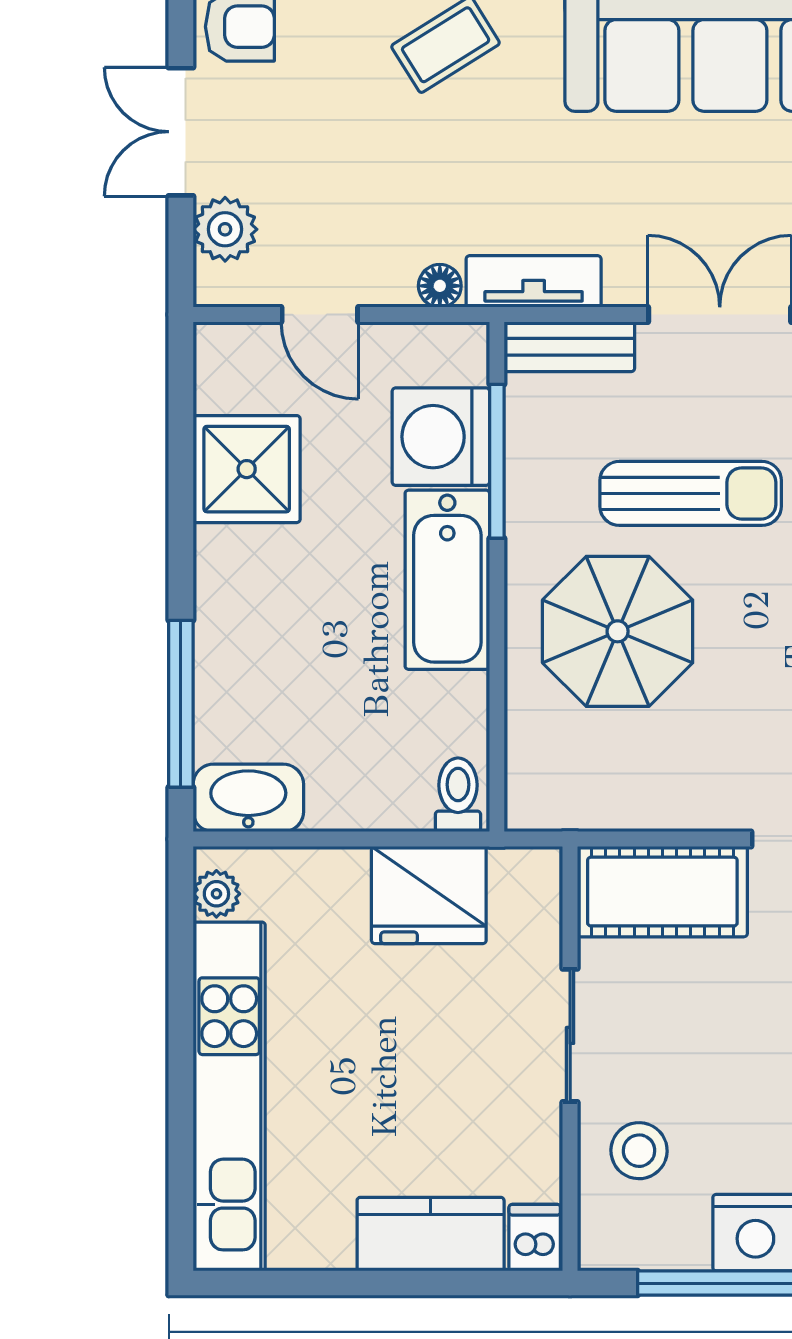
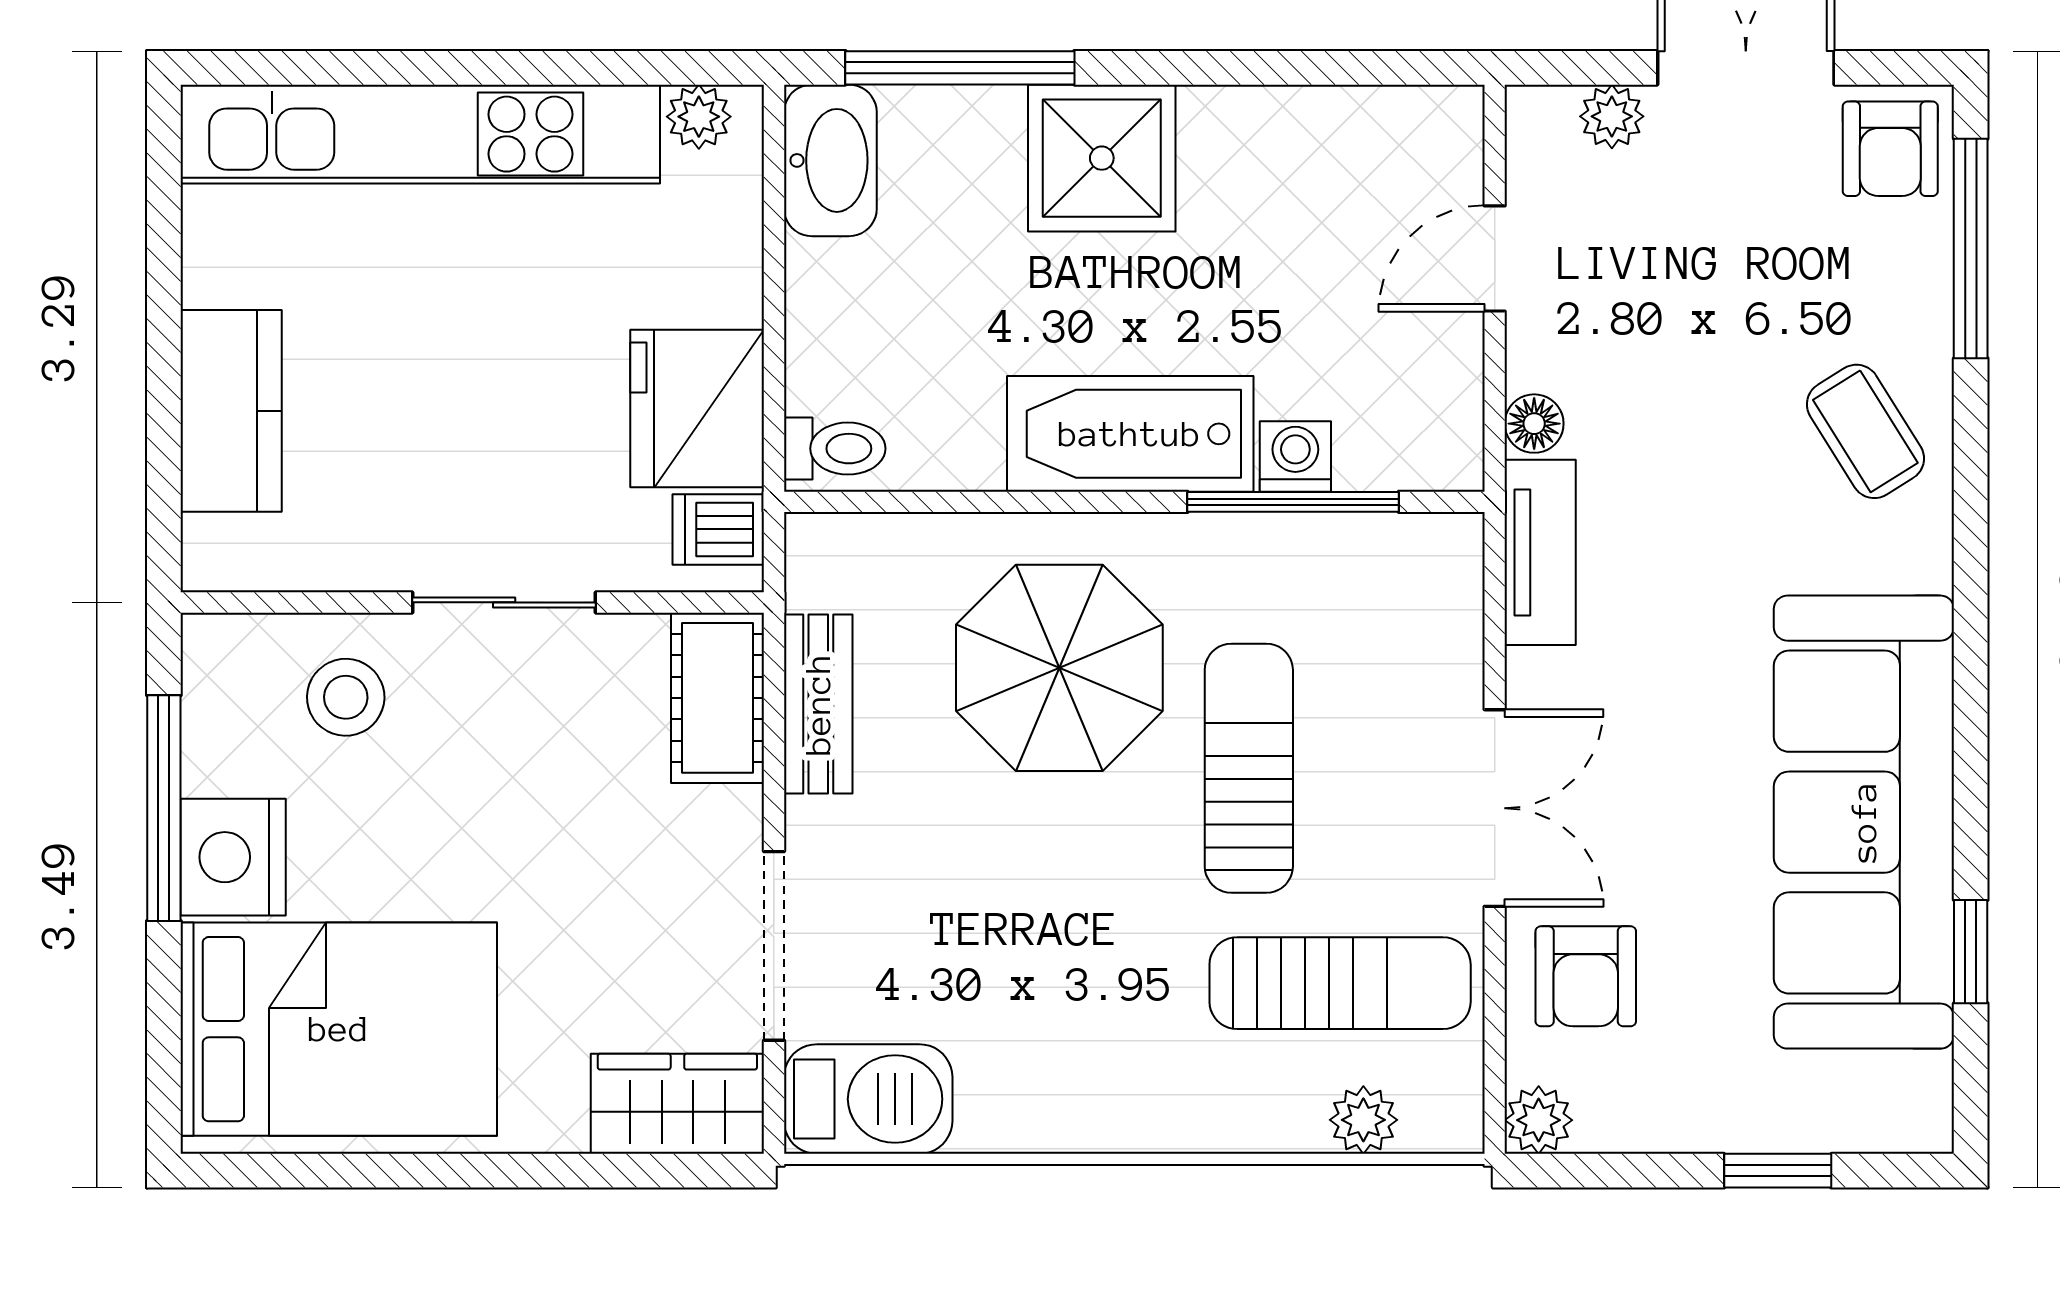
plant: (225, 229) -> (1612, 116), width x0.73, depth x0.73
bench: (569, 347) -> (818, 704), moved
washing machine: (441, 437) -> (1295, 456), width x0.53, depth x0.53
shower: (247, 469) -> (1102, 158), moved
sun lounger: (691, 493) -> (1249, 768), turned 180
cot: (662, 892) -> (718, 698), width x0.73, depth x0.75
dishwasher: (535, 1238) -> (718, 529), moved, turned 180

